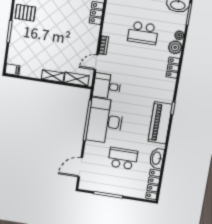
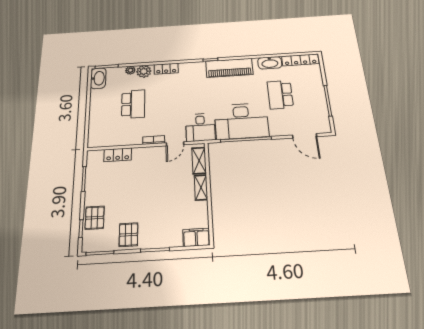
door: (96, 62) -> (175, 144), hinge flipped
filing cabinet: (12, 70) -> (196, 237), width x2.00

